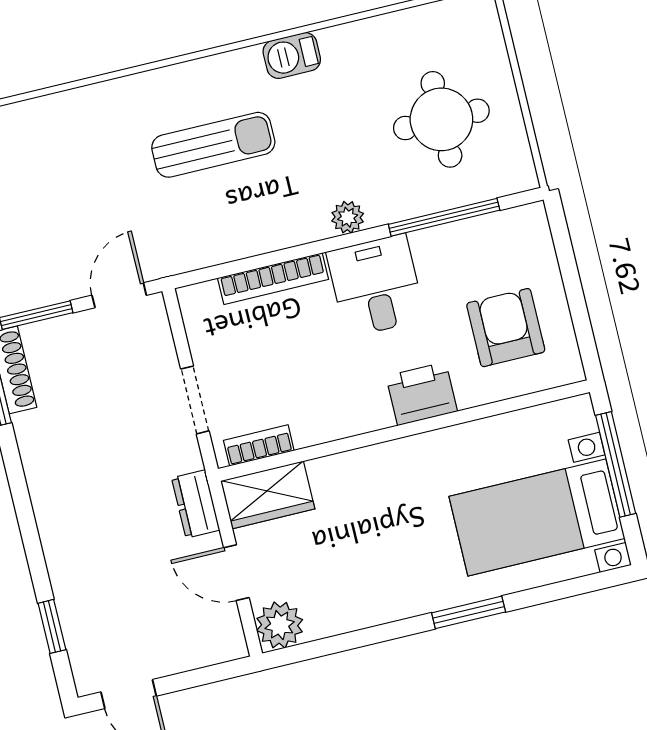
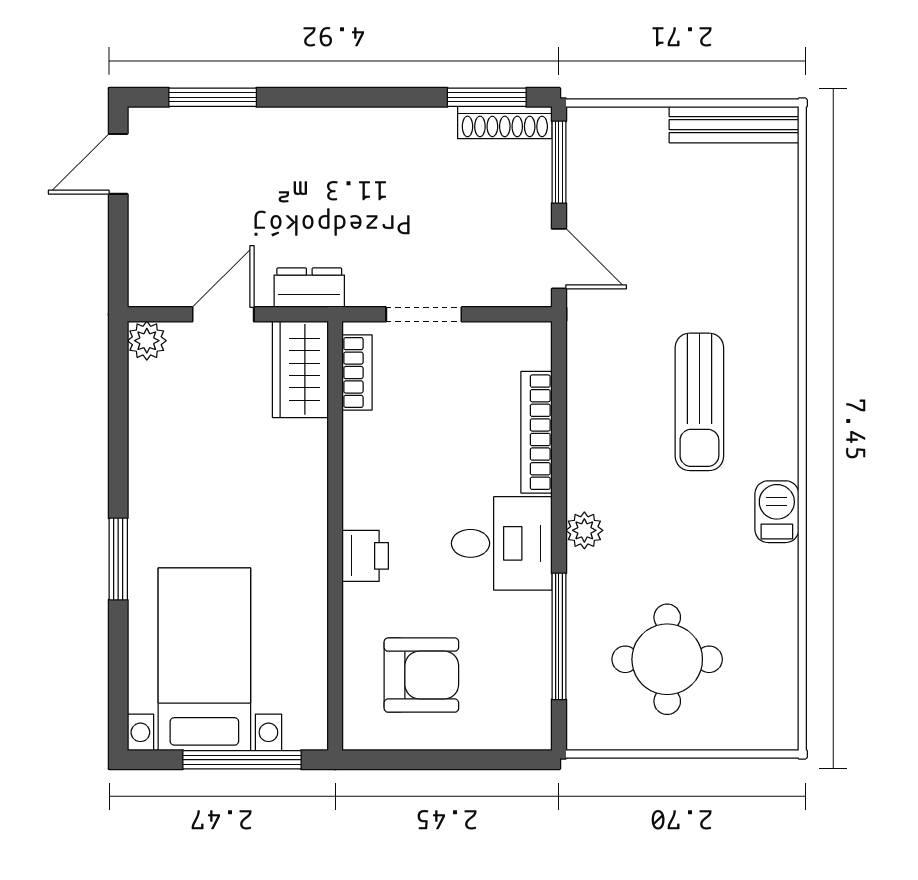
printer: (422, 394) -> (365, 556), width x0.73, depth x0.81
plant: (280, 625) -> (147, 341), width x0.73, depth x0.73
window: (52, 626) -> (213, 97), width x1.50

